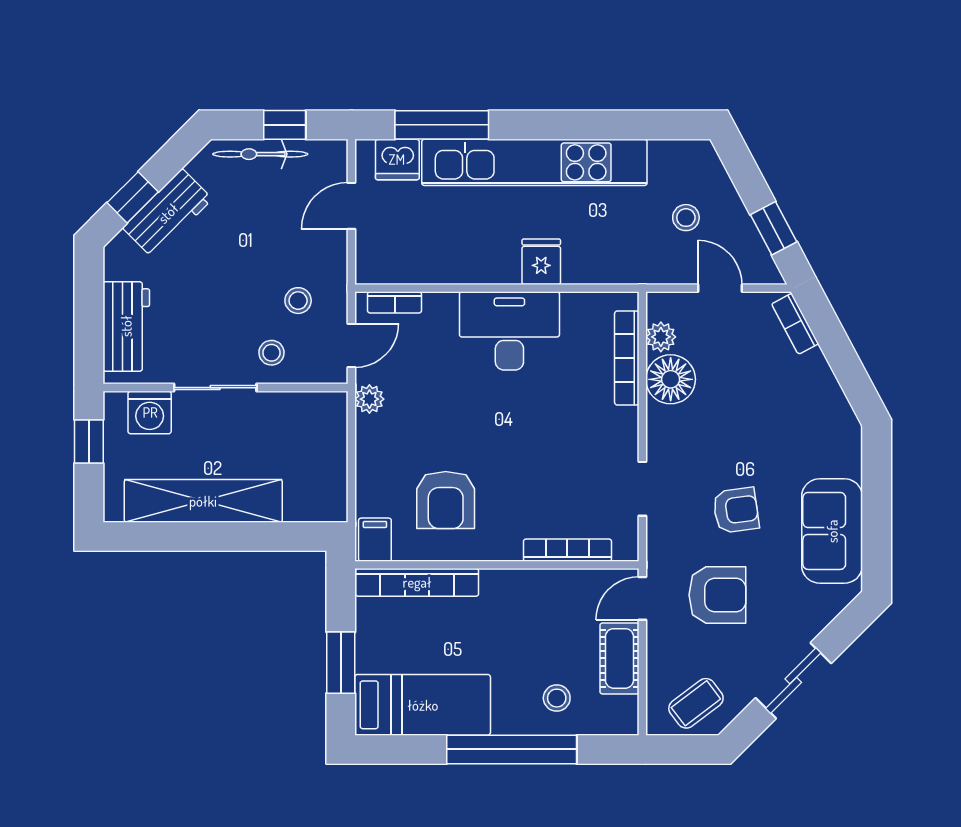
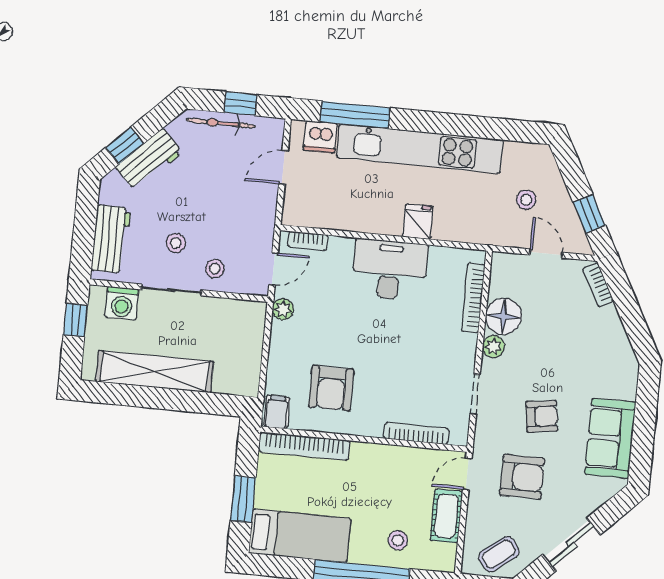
stool: (298, 301) -> (176, 243), moved
plant: (661, 337) -> (493, 347), moved

